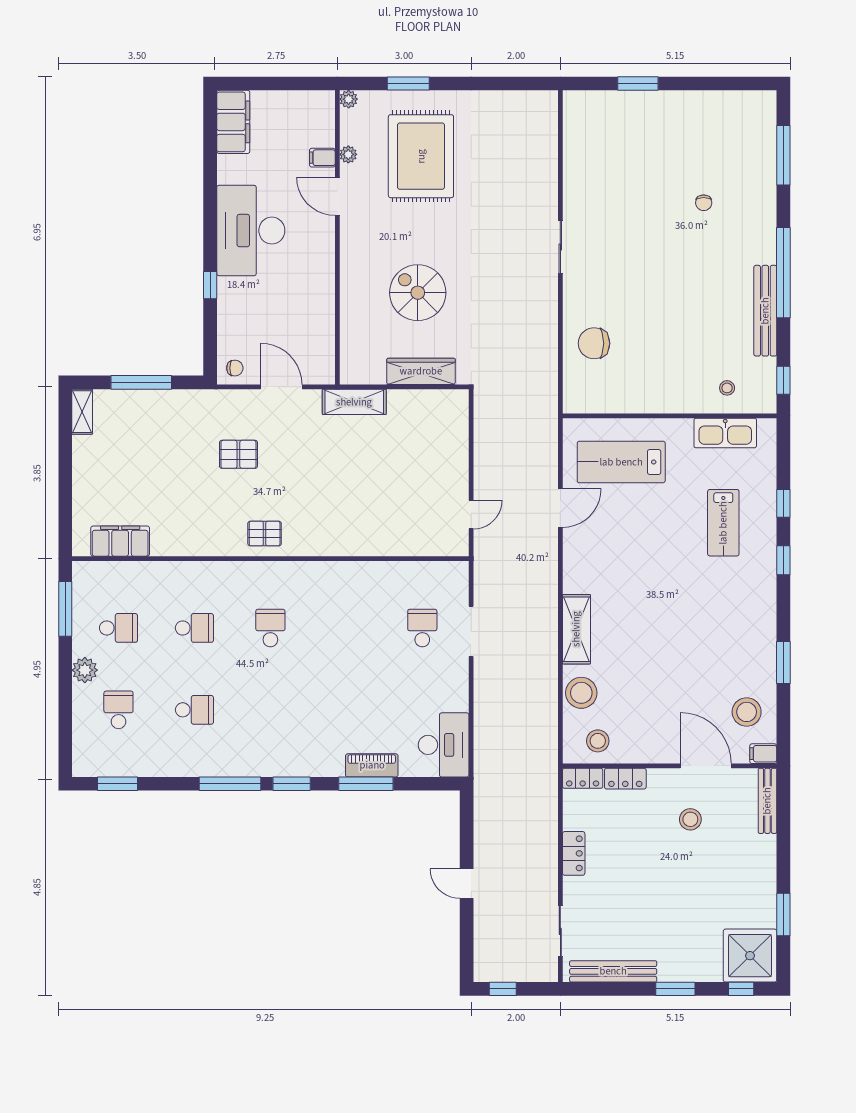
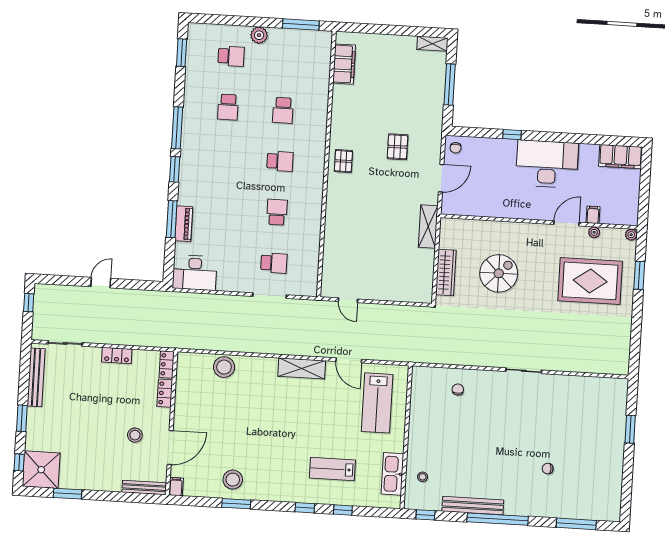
chair: (594, 343) -> (458, 389), width x0.54, depth x0.54
lab bench: (621, 462) -> (377, 403), turned 180
school desk: (118, 628) -> (277, 212), moved, turned 180
shelving: (576, 629) -> (302, 368), moved
stool: (747, 712) -> (233, 480), moved
stool: (598, 741) -> (191, 376), removed

